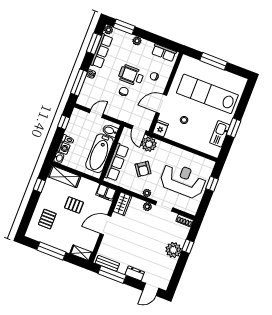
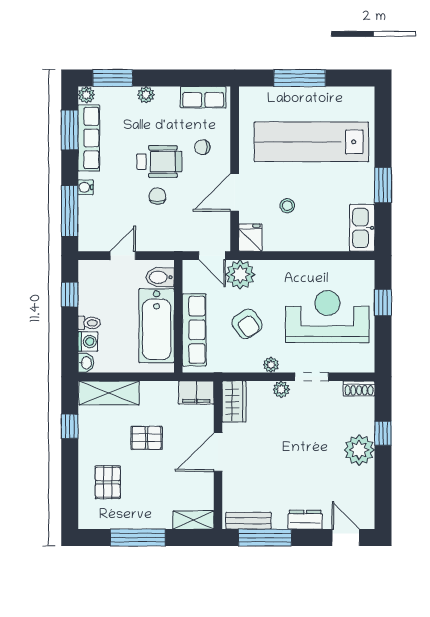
wheelchair: (131, 75) -> (159, 162), turned 180
kitchen sink: (220, 134) -> (362, 228), moved
door: (151, 289) -> (346, 538), swing flipped

